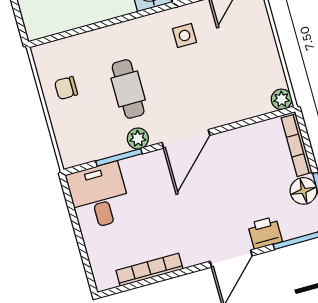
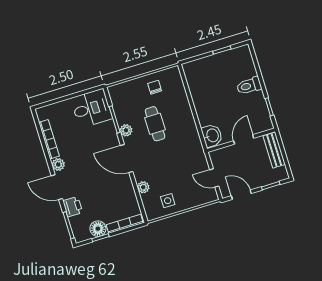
side table: (185, 36) -> (168, 201), moved
cafe table: (128, 89) -> (155, 124), turned 90
plant: (281, 99) -> (143, 187), moved
plant: (193, 255) -> (58, 164), added

